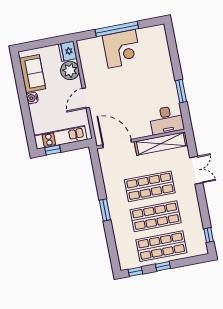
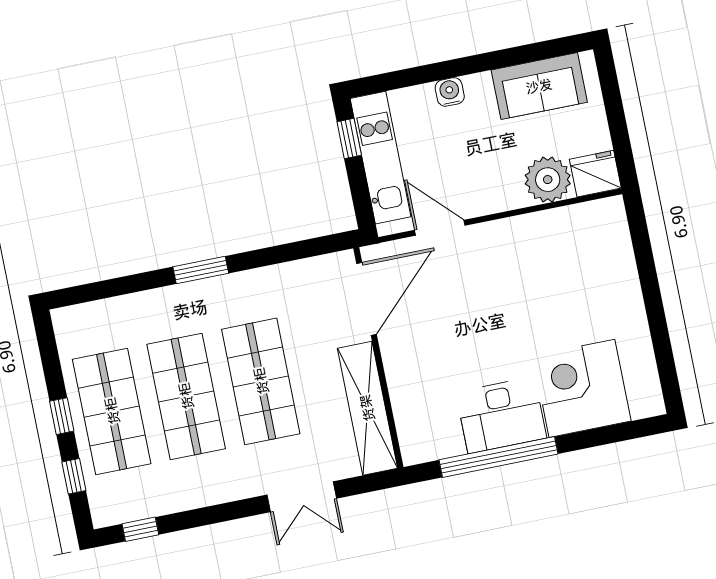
window: (117, 29) -> (652, 296), removed
corner desk: (122, 49) -> (582, 388), moved, turned 90
window: (181, 91) -> (499, 457), width x2.11
water cooler: (32, 98) -> (450, 92), moved
door: (86, 98) -> (440, 228), moved
desk: (166, 120) -> (501, 415), moved, turned -90
window: (135, 272) -> (74, 476), moved

